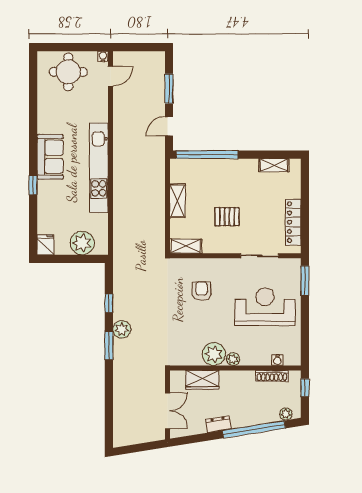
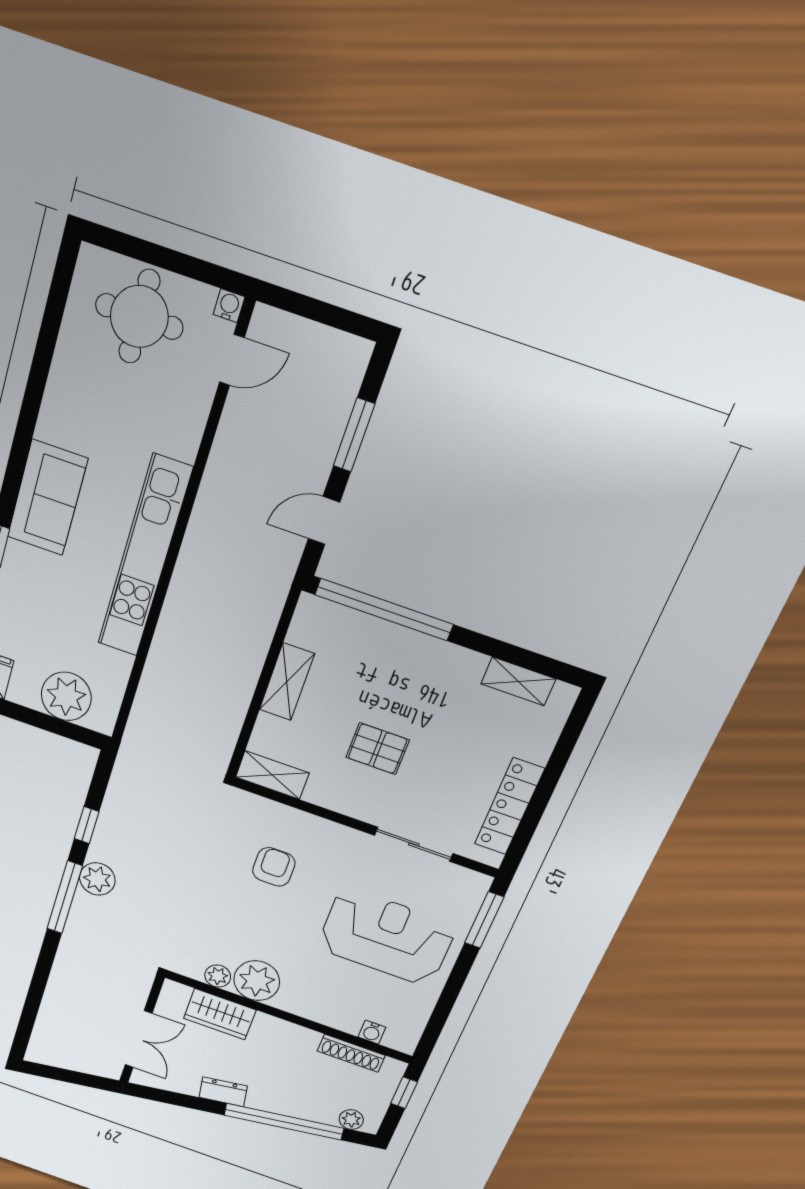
window: (109, 345) -> (65, 897), width x1.44
plant: (233, 359) -> (218, 976), moved

